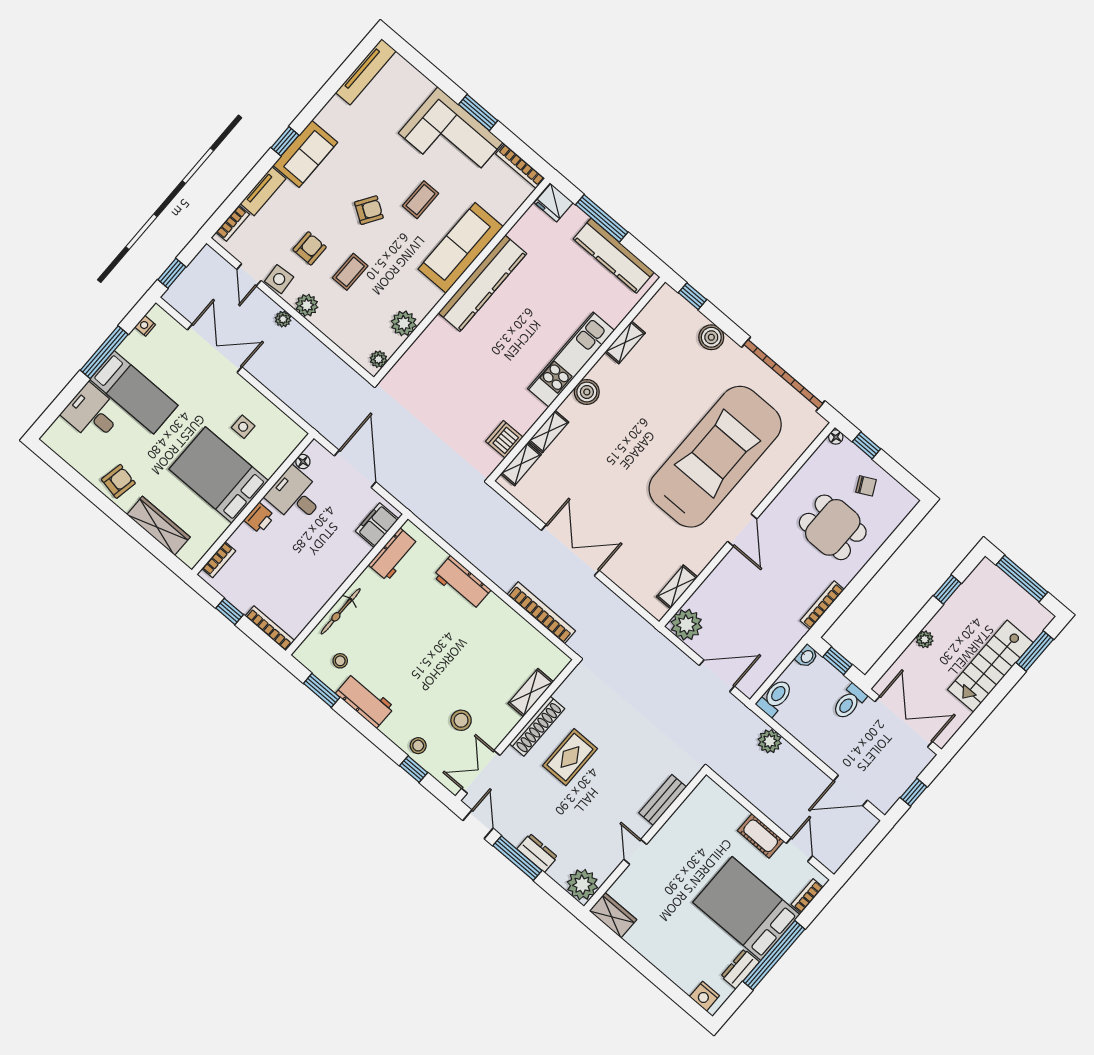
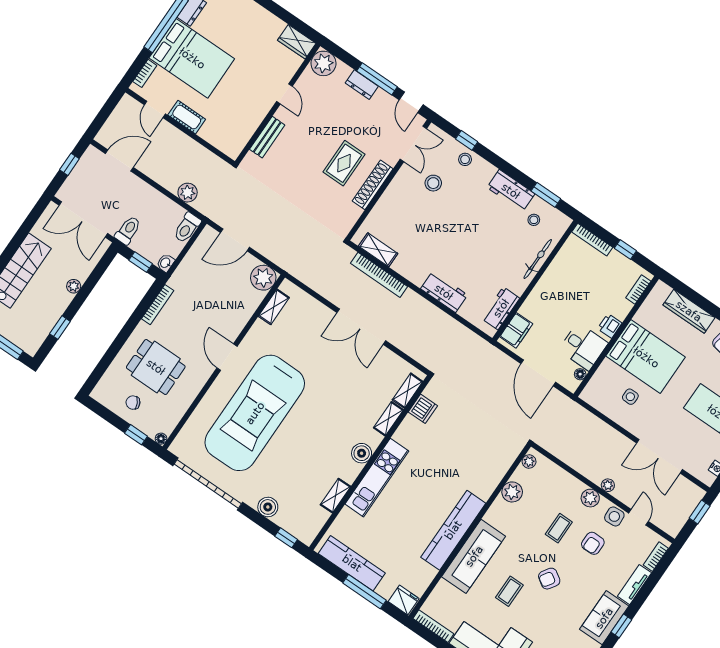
shelving: (531, 693) -> (378, 250), moved, turned 90

